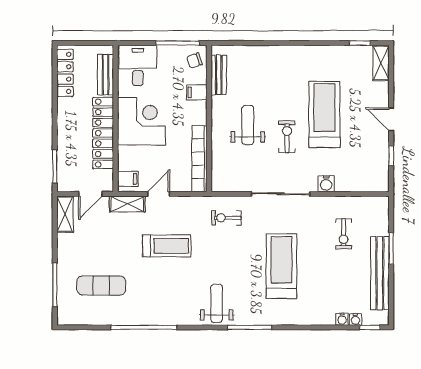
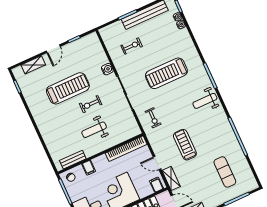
shelving: (381, 63) -> (33, 65), moved
treadmill: (324, 114) -> (68, 88), turned 180

